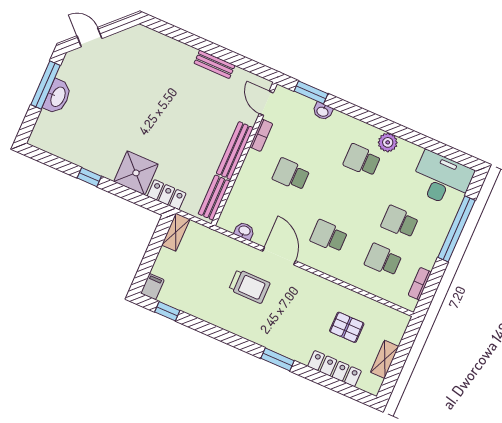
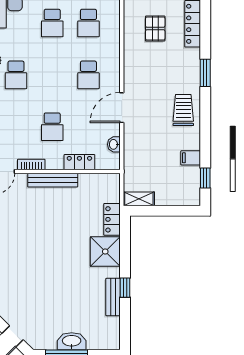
locker: (241, 187) -> (79, 162), added
bench: (214, 198) -> (113, 297), moved, turned 90
trolley: (249, 286) -> (183, 110), moved
filing cabinet: (152, 287) -> (191, 158), moved

